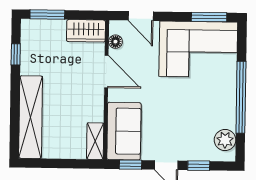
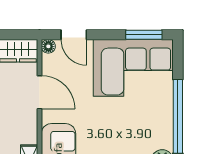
floor lamp: (115, 42) -> (48, 46), moved

